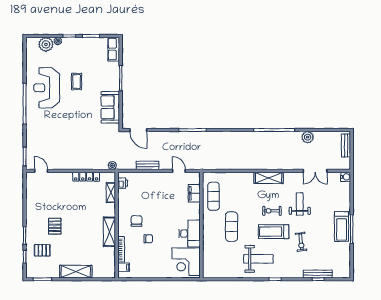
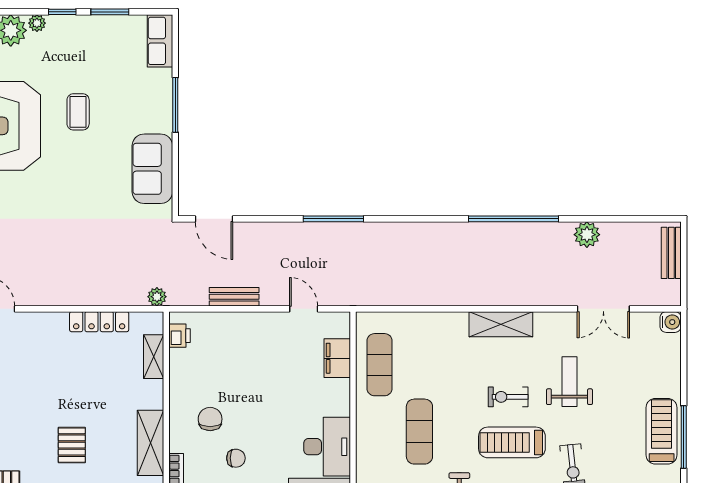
pallet: (55, 226) -> (72, 445), moved
treadmill: (342, 227) -> (662, 431), turned 180

